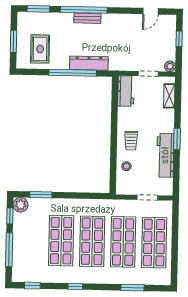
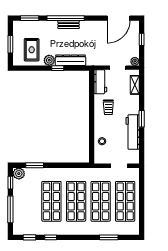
door: (151, 11) -> (119, 18), width x1.88
plant: (62, 63) -> (49, 60), added
window: (73, 73) -> (58, 68), width x0.32
trolley: (131, 141) -> (108, 107), moved
window: (75, 286) -> (51, 237), moved

